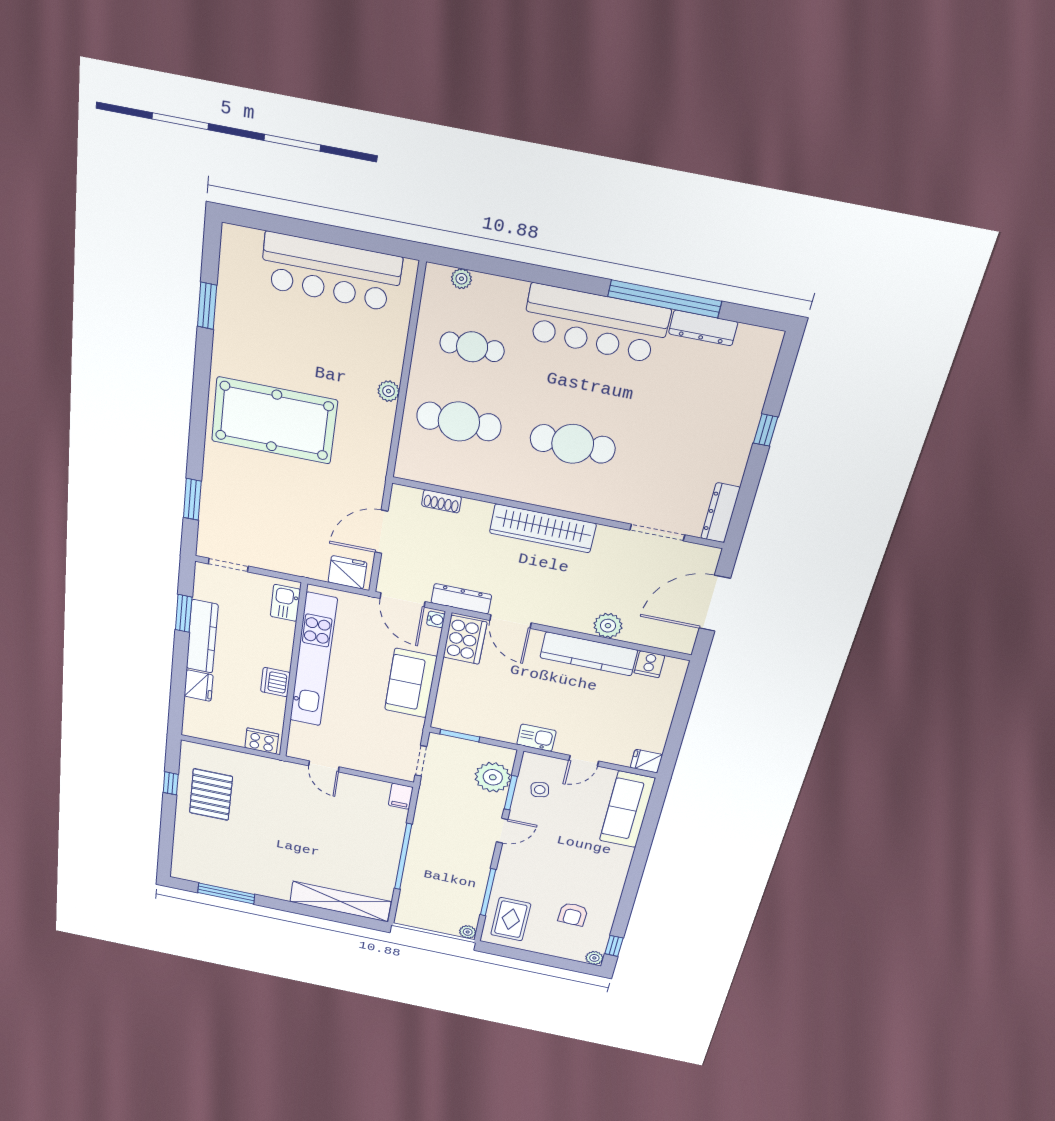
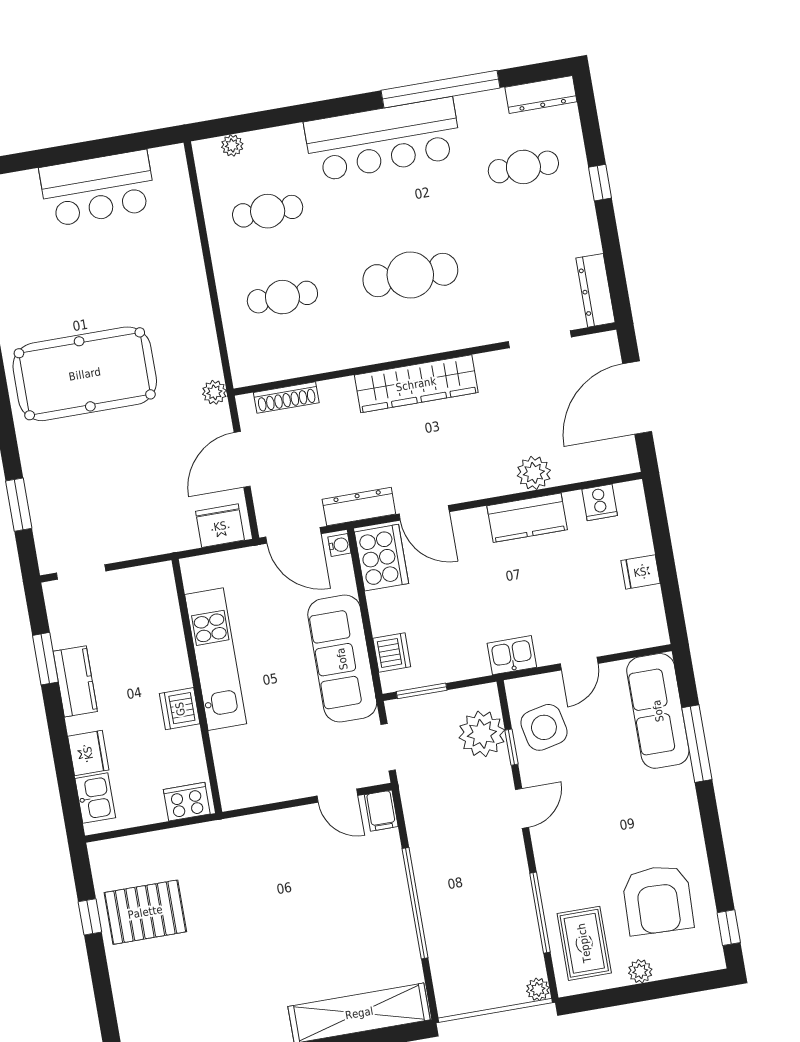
bar counter: (331, 272) -> (98, 188), width x0.73
dresser: (703, 328) -> (541, 94), moved
plant: (389, 391) -> (214, 392), moved
cafe table: (707, 393) -> (523, 167), added
cafe table: (459, 422) -> (282, 297), width x0.73, depth x0.74
shoe rack: (441, 501) -> (286, 398), width x1.43
kitchen sink: (285, 603) -> (95, 798), moved, turned 180
kitchen counter: (202, 637) -> (75, 681), width x0.67
kitchen counter: (589, 654) -> (527, 518), width x0.67
kitchen unit: (313, 660) -> (216, 659), width x0.73
sofa: (411, 683) -> (342, 659), width x1.36
dishwasher: (447, 704) -> (392, 653), added
fridge: (646, 761) -> (640, 572), moved
door: (324, 766) -> (337, 796), moved
side table: (540, 790) -> (544, 727), width x1.87, depth x1.87
window: (511, 793) -> (511, 747), width x0.67
pallet: (211, 795) -> (145, 912), turned 90
window: (645, 838) -> (697, 744), added
armchair: (573, 914) -> (658, 900), width x1.88, depth x1.88
plant: (594, 958) -> (640, 971), moved

